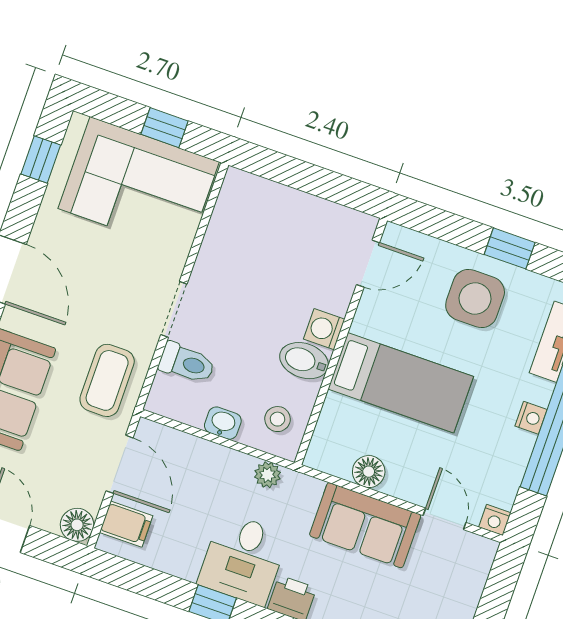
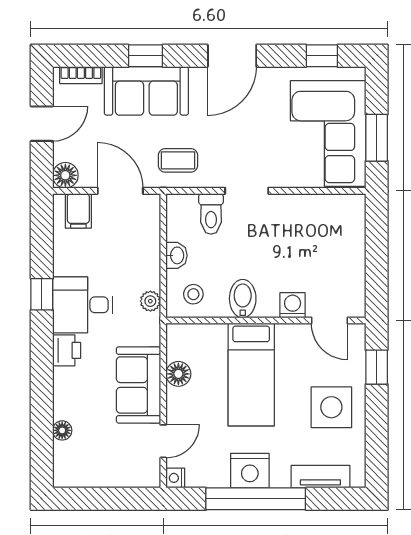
window: (165, 128) -> (377, 138), width x1.50
window: (510, 248) -> (377, 367), moved
washing machine: (324, 329) -> (293, 305), moved
coffee table: (107, 380) -> (178, 160), width x0.73, depth x0.77
nightstand: (531, 418) -> (250, 471), width x1.89, depth x1.79
door: (120, 464) -> (120, 191), swing flipped

